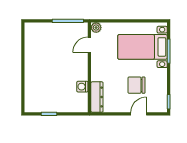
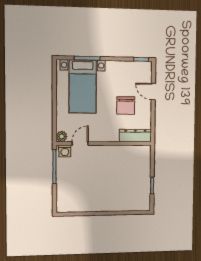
door: (89, 45) -> (80, 144), swing flipped
chair: (136, 85) -> (126, 106), moved
washing machine: (82, 87) -> (65, 151), moved

